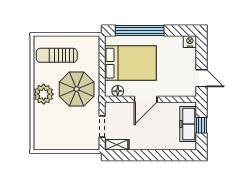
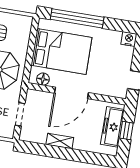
door: (146, 99) -> (71, 93), width x1.36
shelving: (117, 145) -> (60, 141), moved

